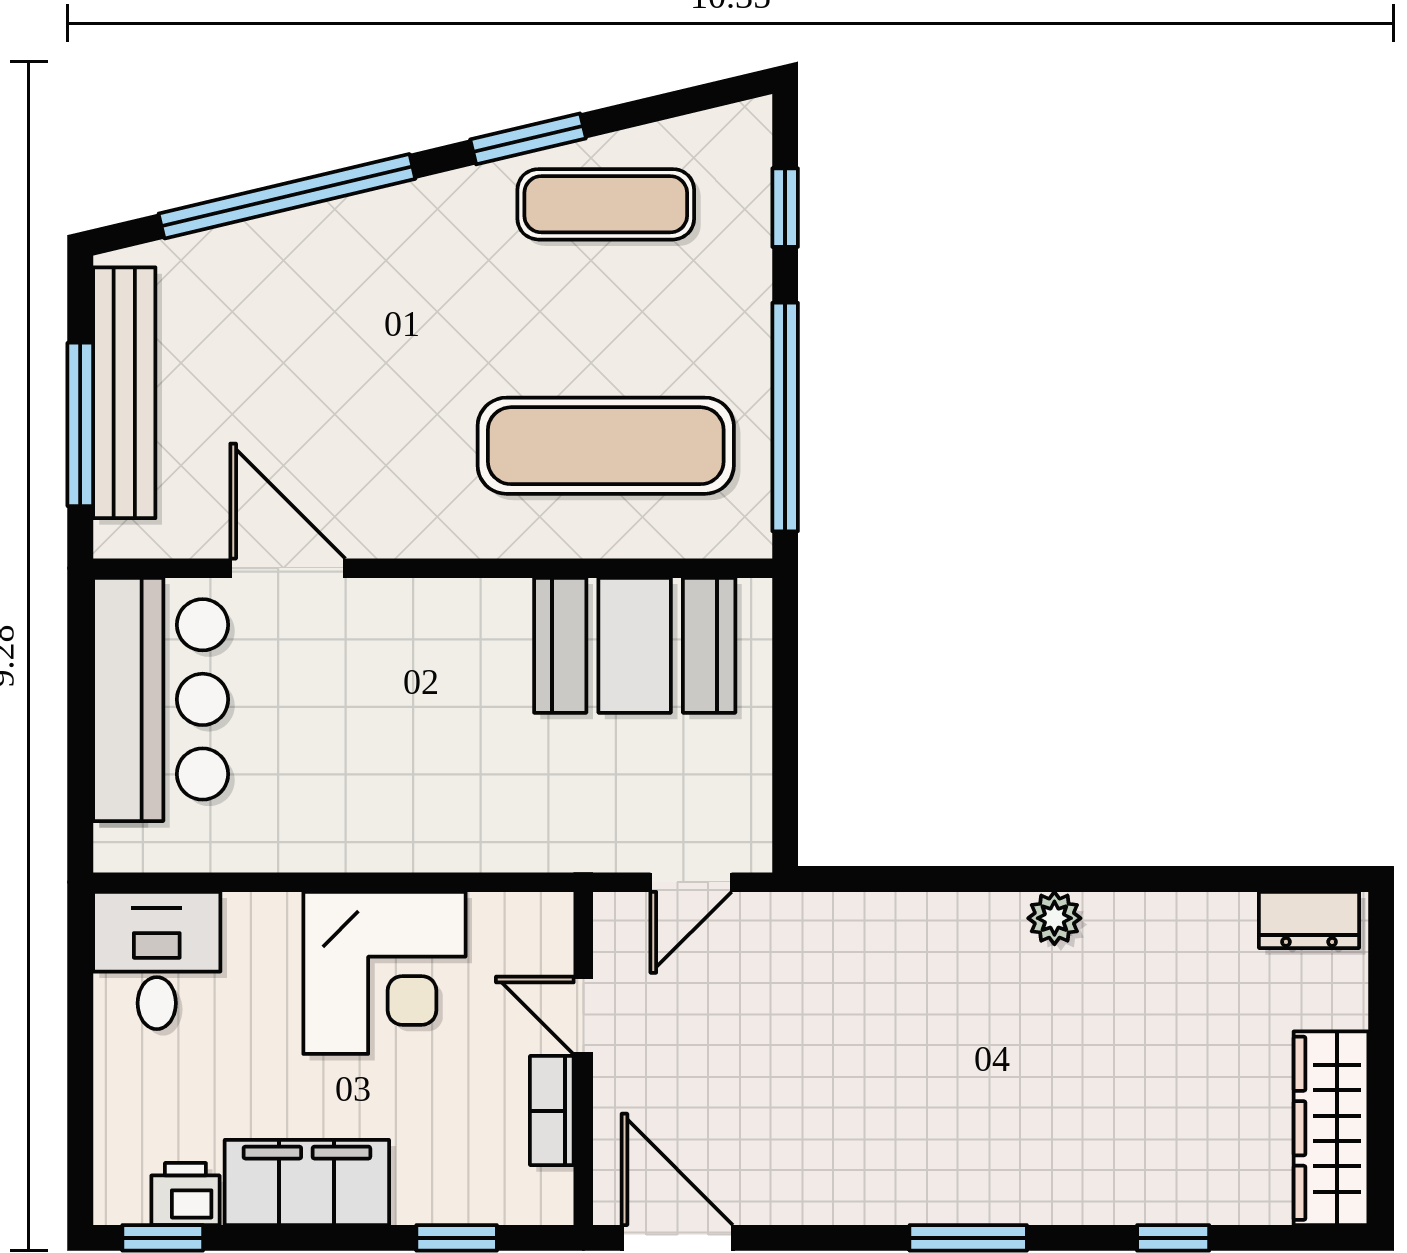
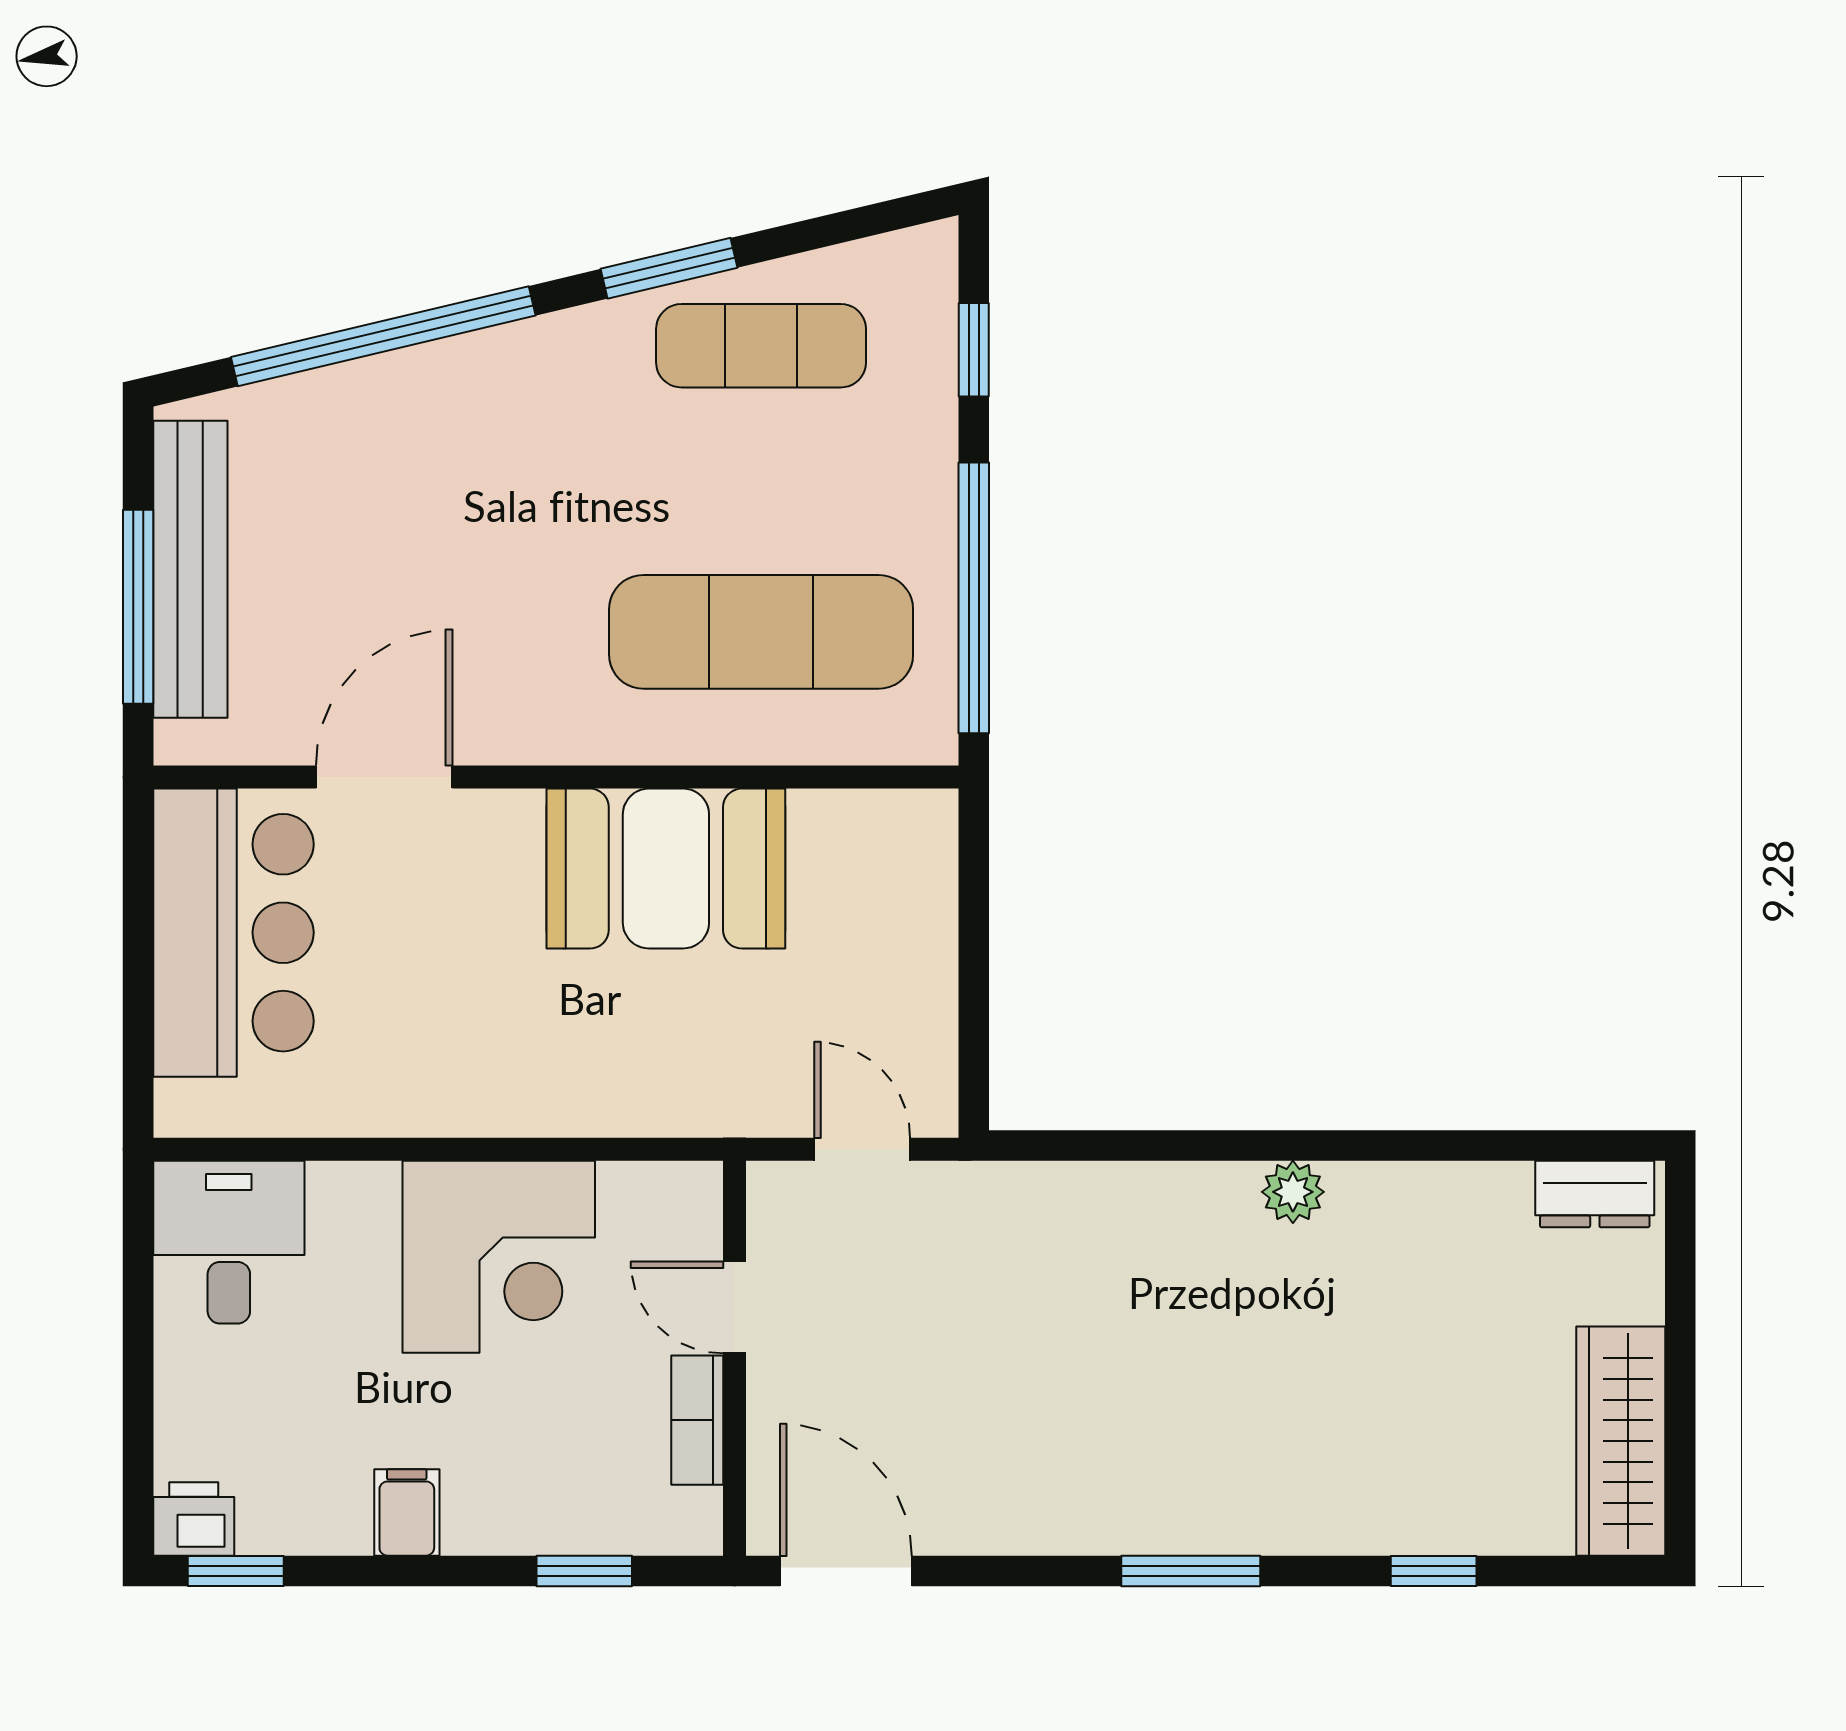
door: (288, 568) -> (384, 777), hinge flipped
booth: (635, 645) -> (666, 869), moved
door: (691, 882) -> (862, 1149), swing flipped
filing cabinet: (307, 1182) -> (407, 1512), width x0.33, depth x0.86
printer: (185, 1194) -> (194, 1519), moved

